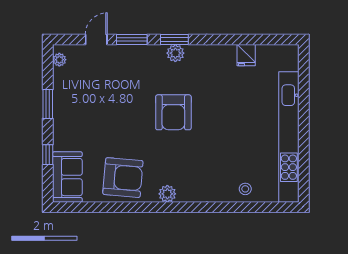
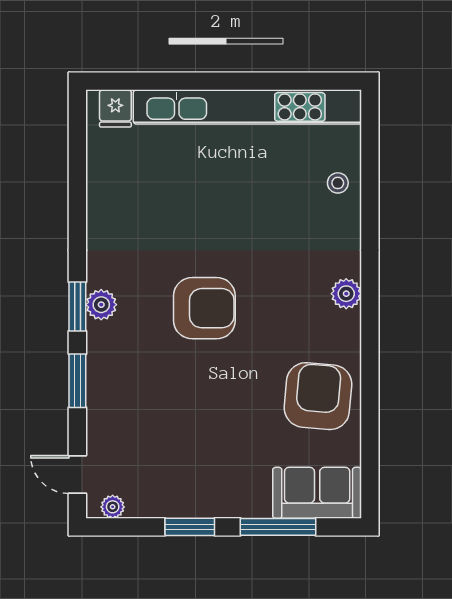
door: (96, 39) -> (77, 475), moved
fridge: (246, 55) -> (115, 108), moved, turned 90
window: (48, 155) -> (278, 527), width x2.17
plant: (167, 194) -> (346, 294), moved

